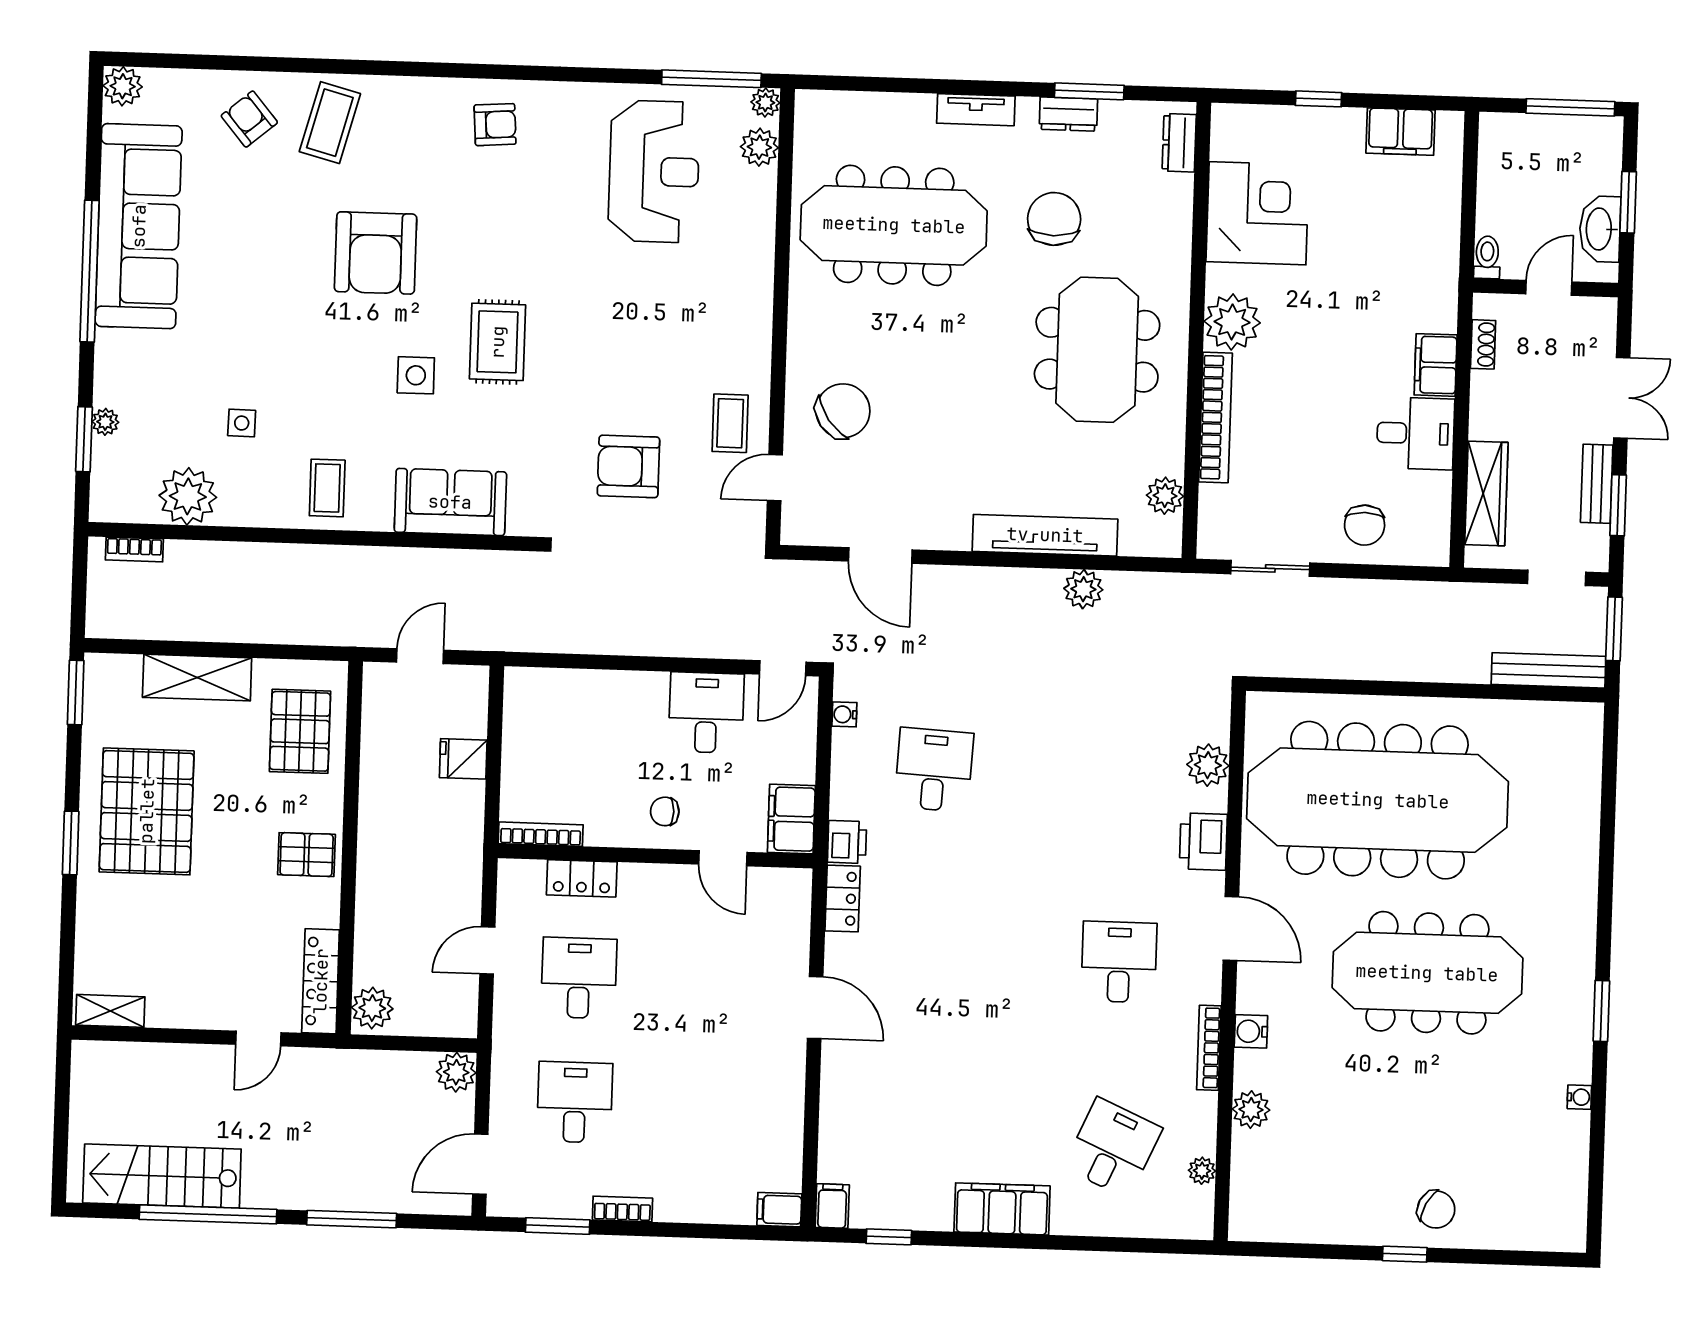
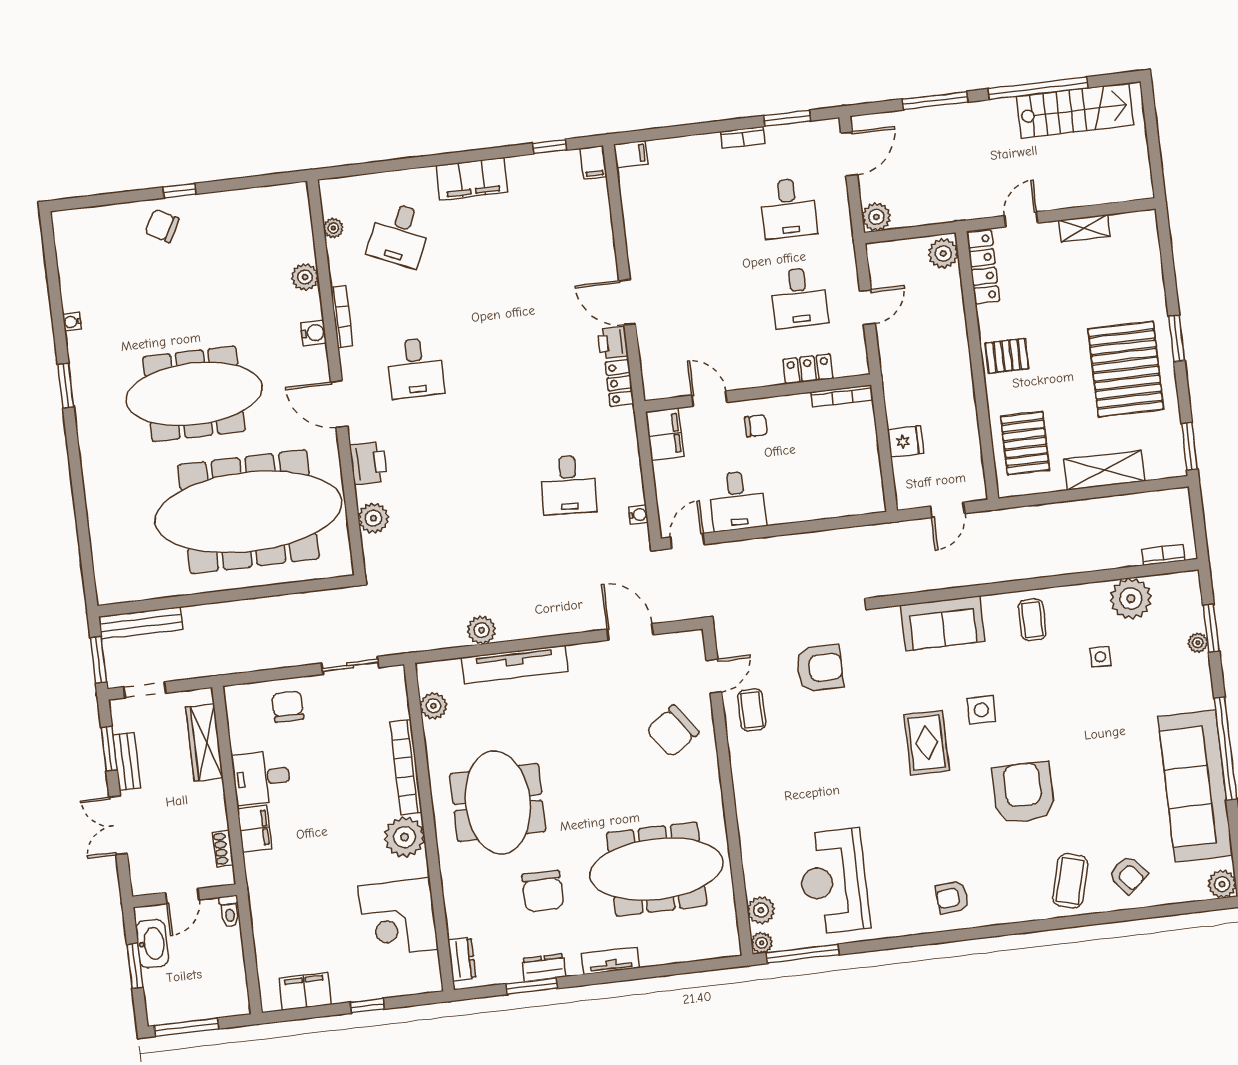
printer: (847, 842) -> (613, 343), moved
shelving: (110, 1011) -> (1084, 228), moved

